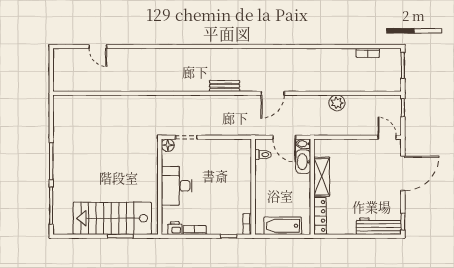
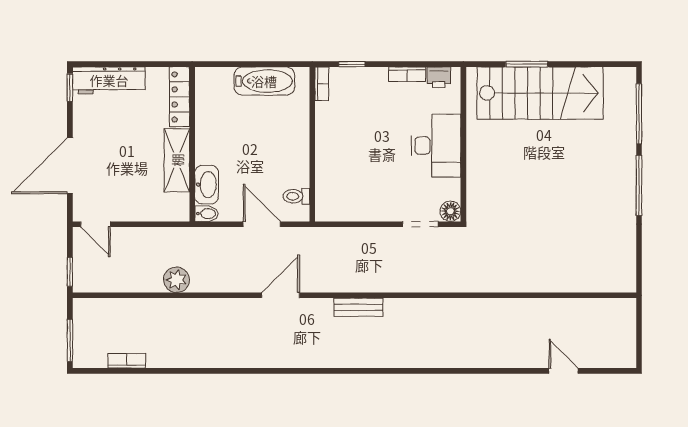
bidet: (303, 144) -> (206, 214), moved
washbasin: (303, 162) -> (207, 185), moved
shelving: (322, 177) -> (177, 160), moved
wall: (312, 187) -> (192, 144), moved
locker: (320, 216) -> (180, 97), moved

